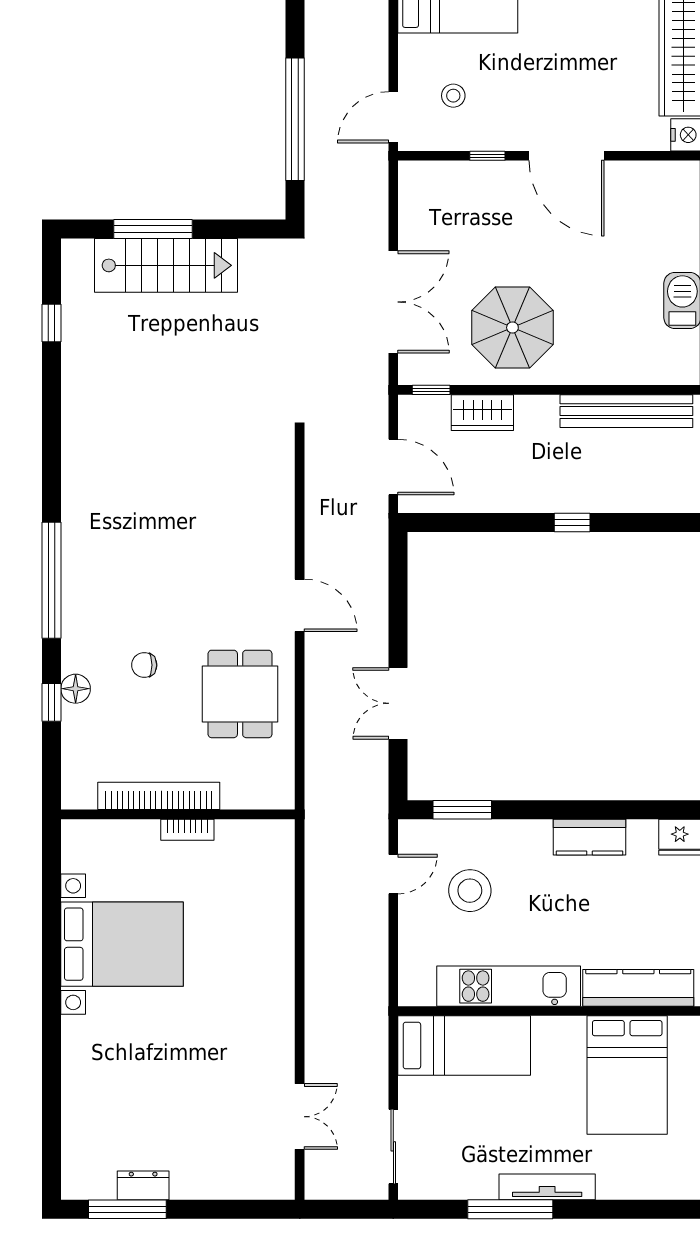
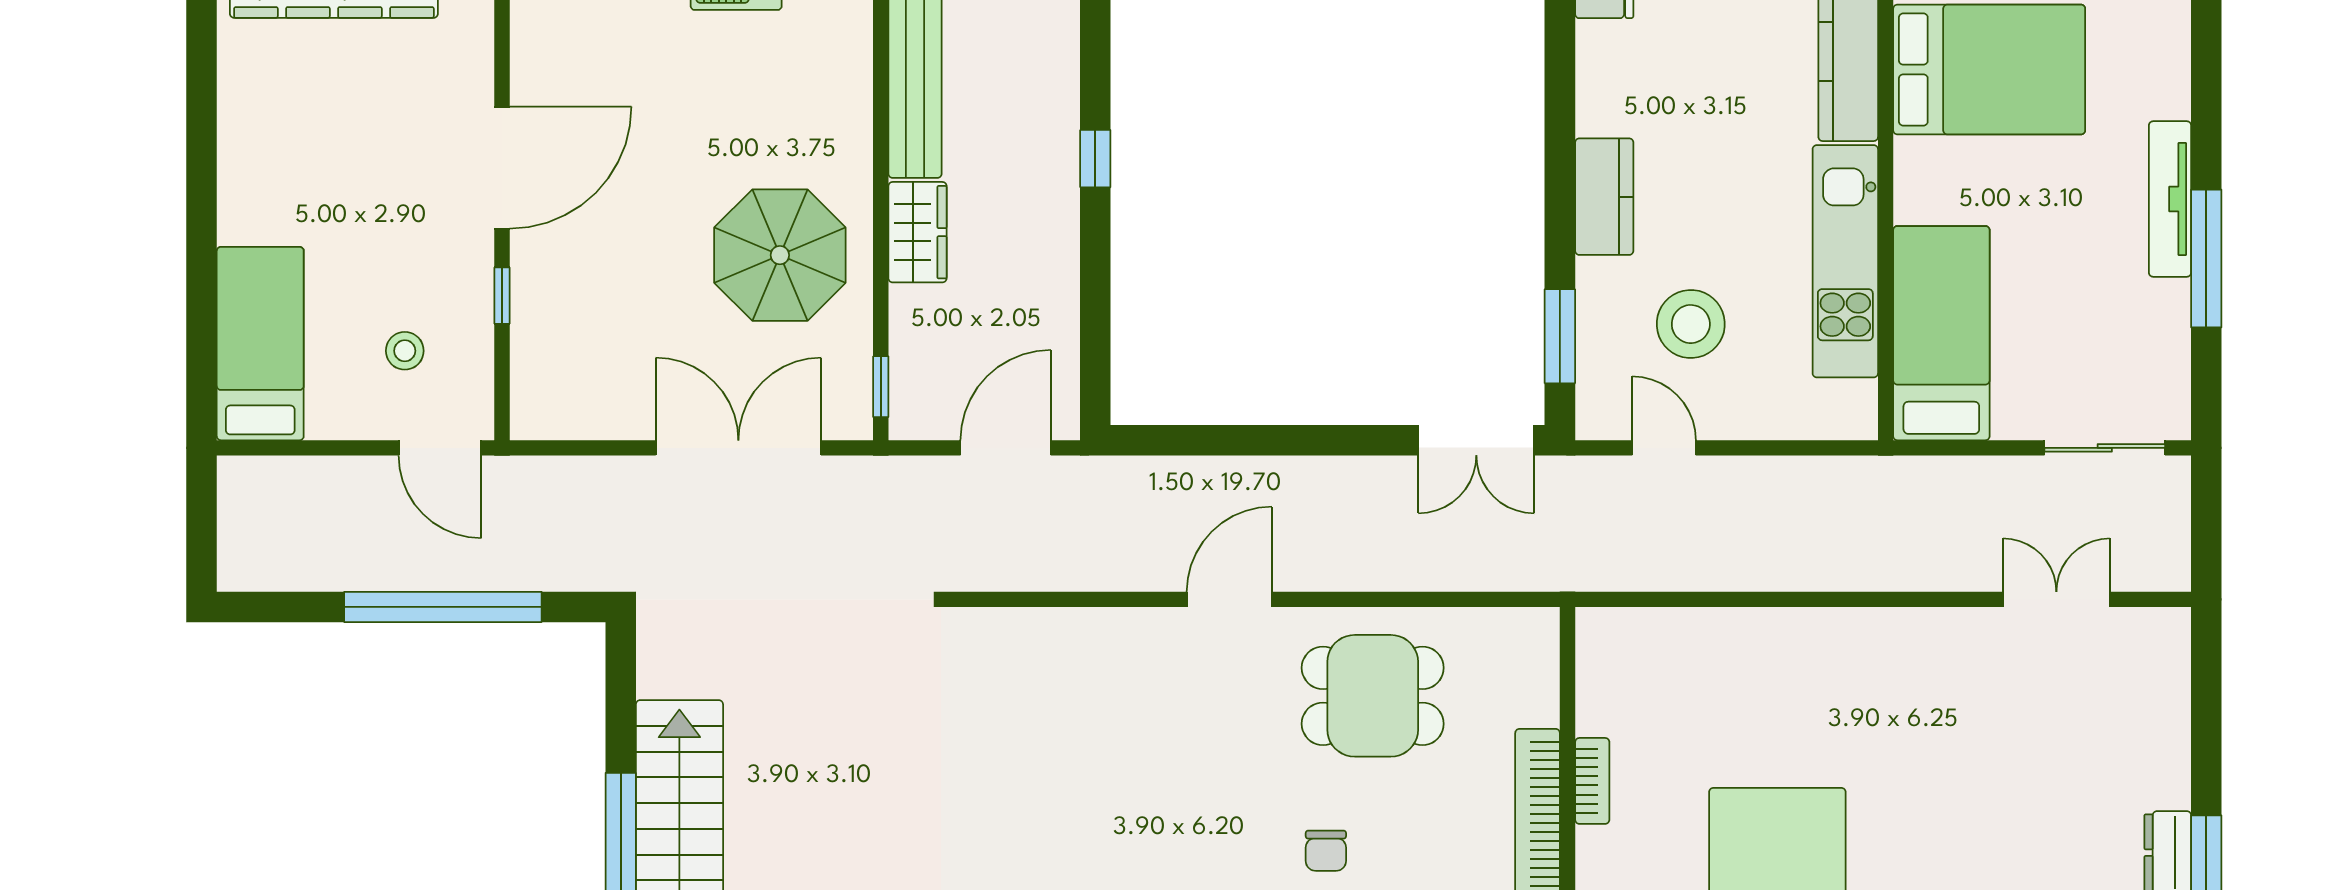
wardrobe: (482, 413) -> (917, 232), moved
double door: (398, 703) -> (1476, 440), moved
kitchen counter: (590, 837) -> (1604, 197), moved

